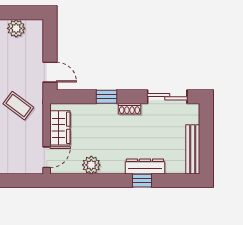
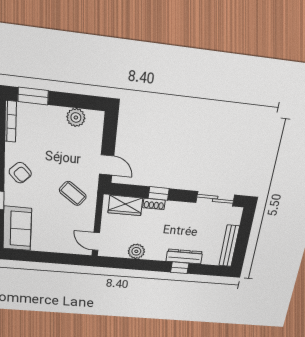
shoe rack: (129, 109) -> (154, 204), moved
wardrobe: (60, 128) -> (125, 205), moved, turned 90
door: (47, 157) -> (96, 241), swing flipped

